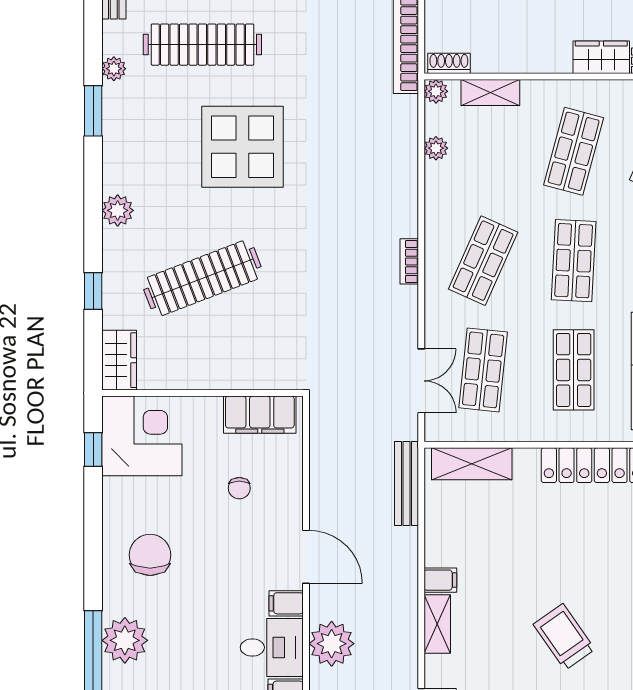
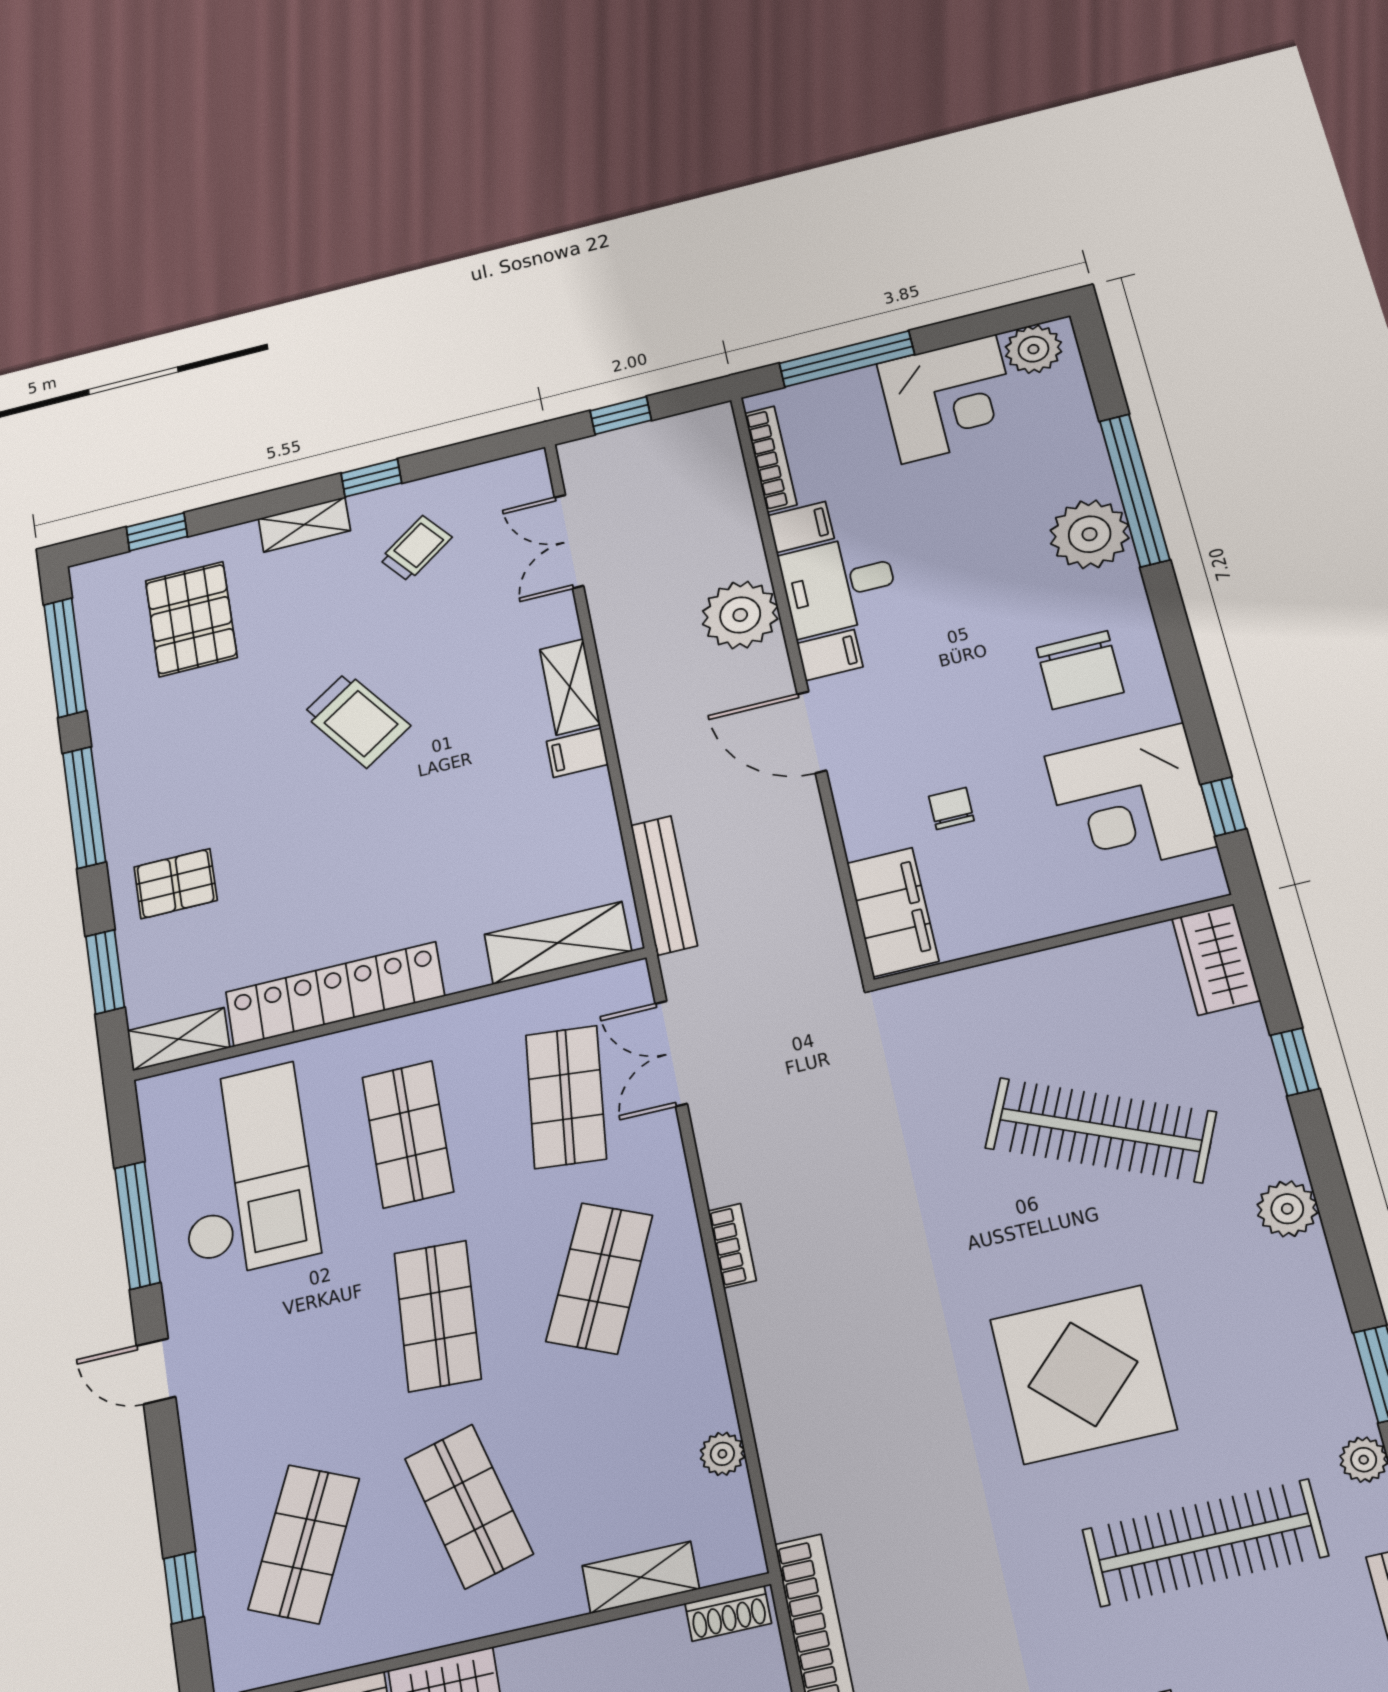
plant: (436, 91) -> (742, 1556), removed
shop shelf: (574, 151) -> (469, 1506), turned -30
clothes rail: (202, 278) -> (1100, 1130), turned 45
filing cabinet: (260, 415) -> (893, 912), moved, turned 90
corner desk: (142, 436) -> (1130, 801), moved

